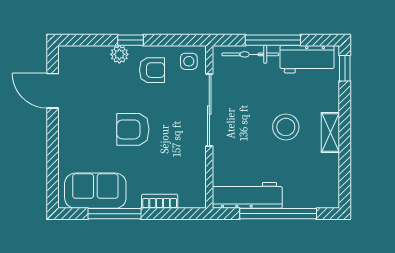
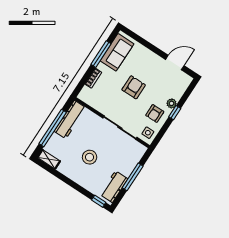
bicycle: (250, 54) -> (133, 163), removed
shelving: (330, 133) -> (49, 159), moved

